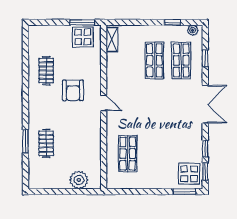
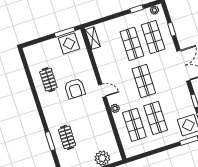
shop shelf: (154, 107) -> (144, 81), added
plant: (112, 128) -> (115, 108), added
shop shelf: (154, 154) -> (156, 118), added

